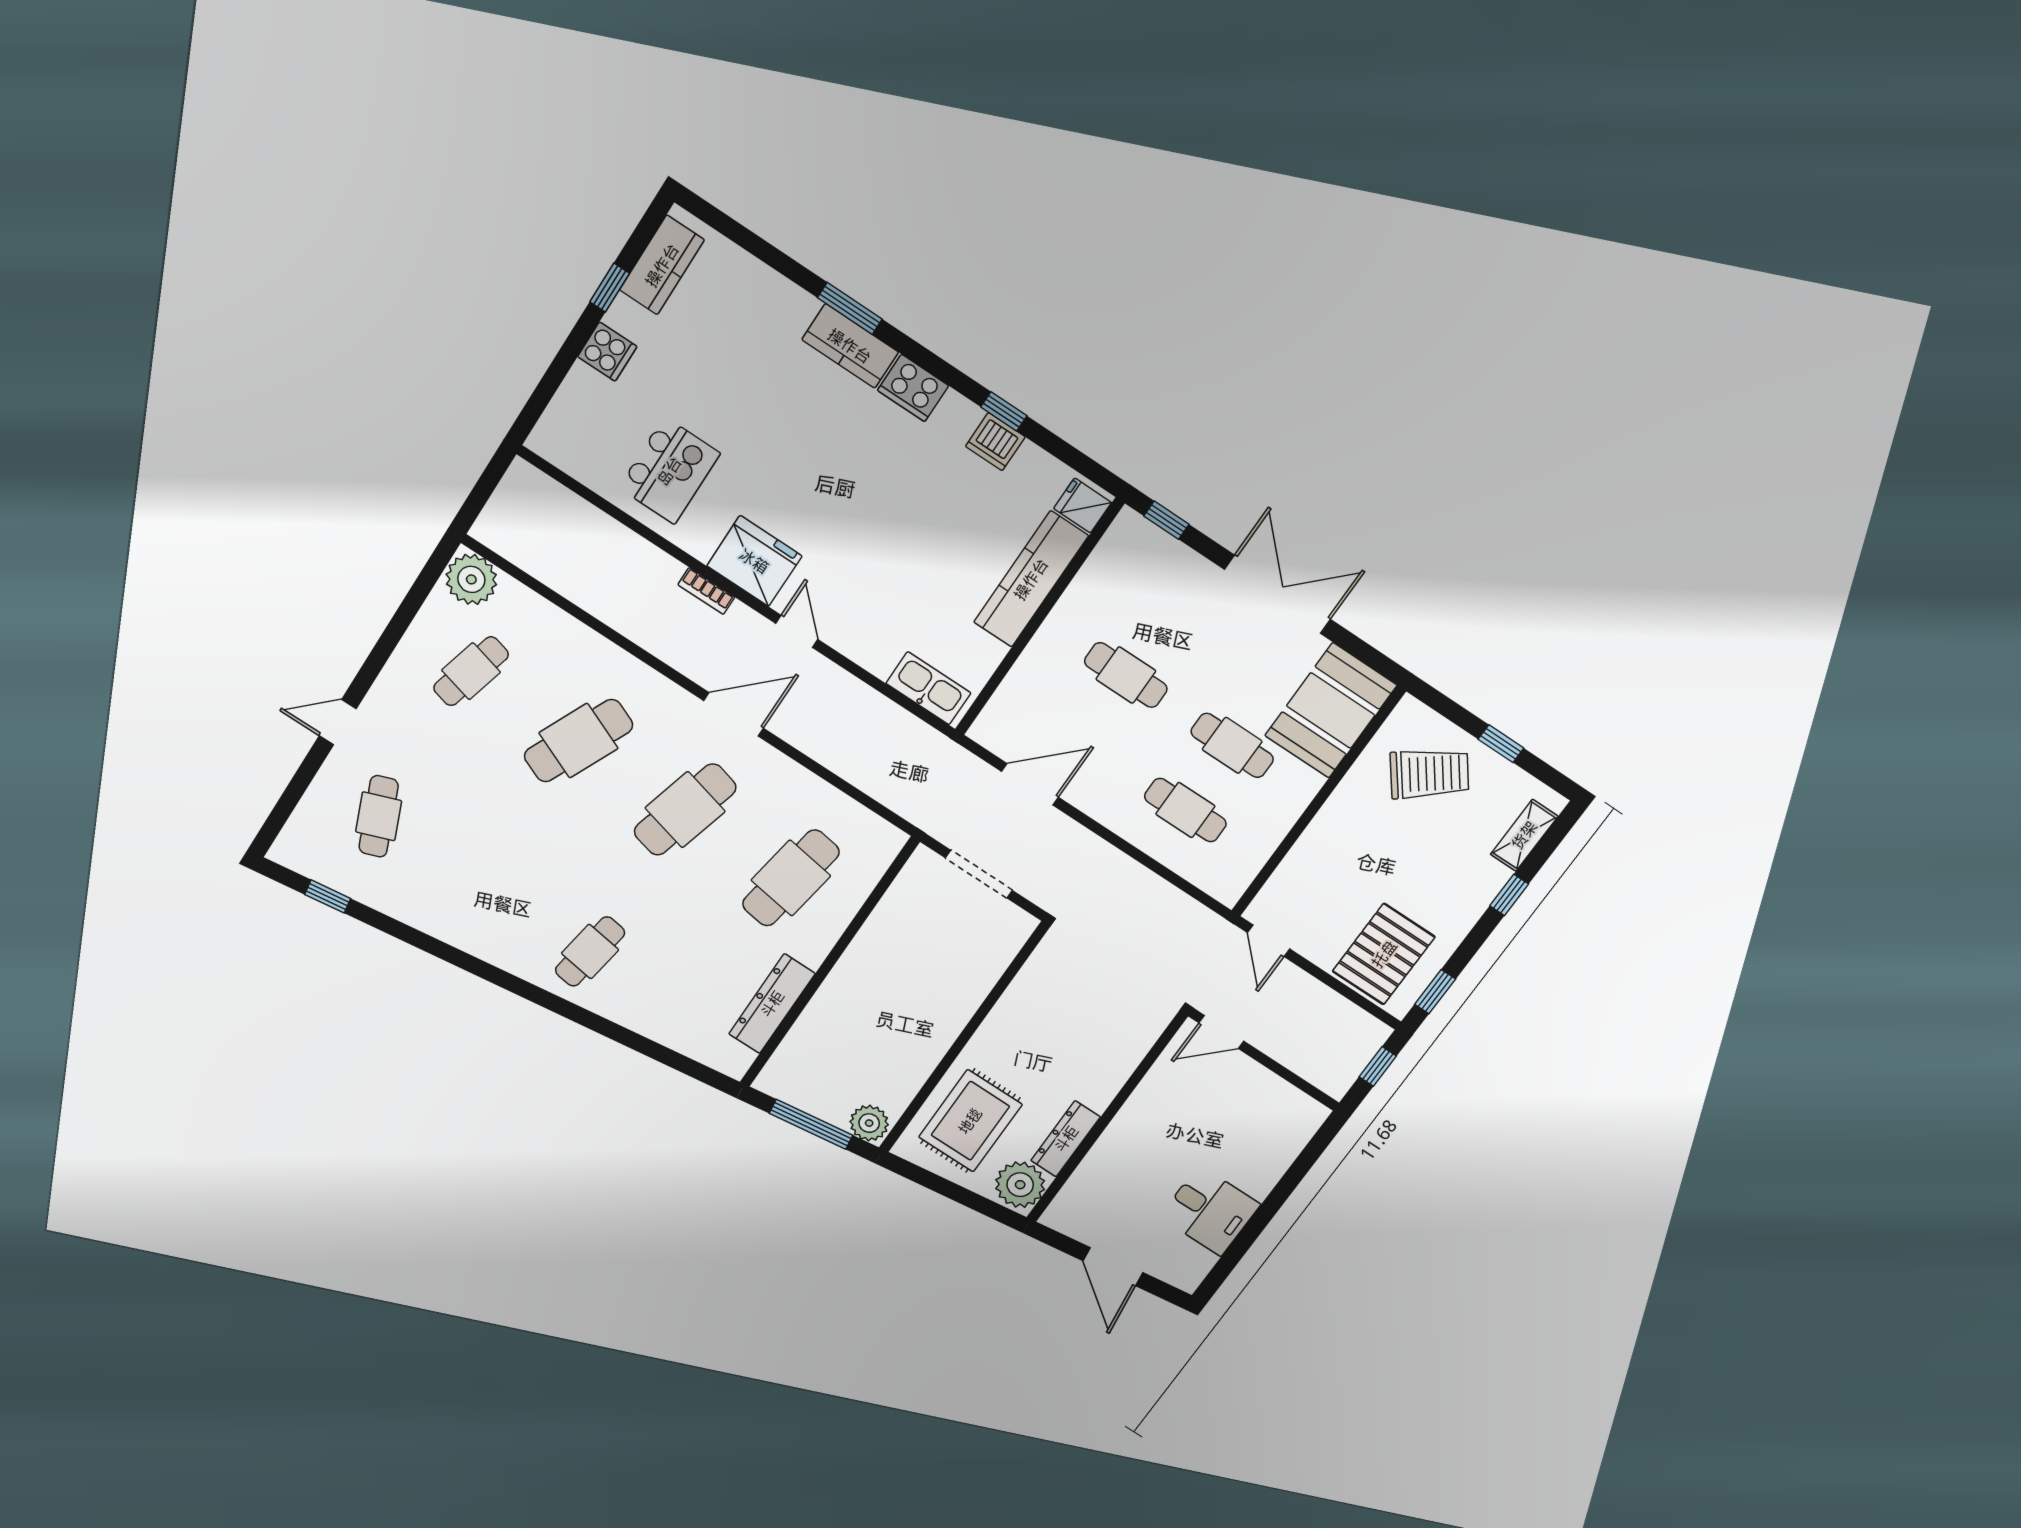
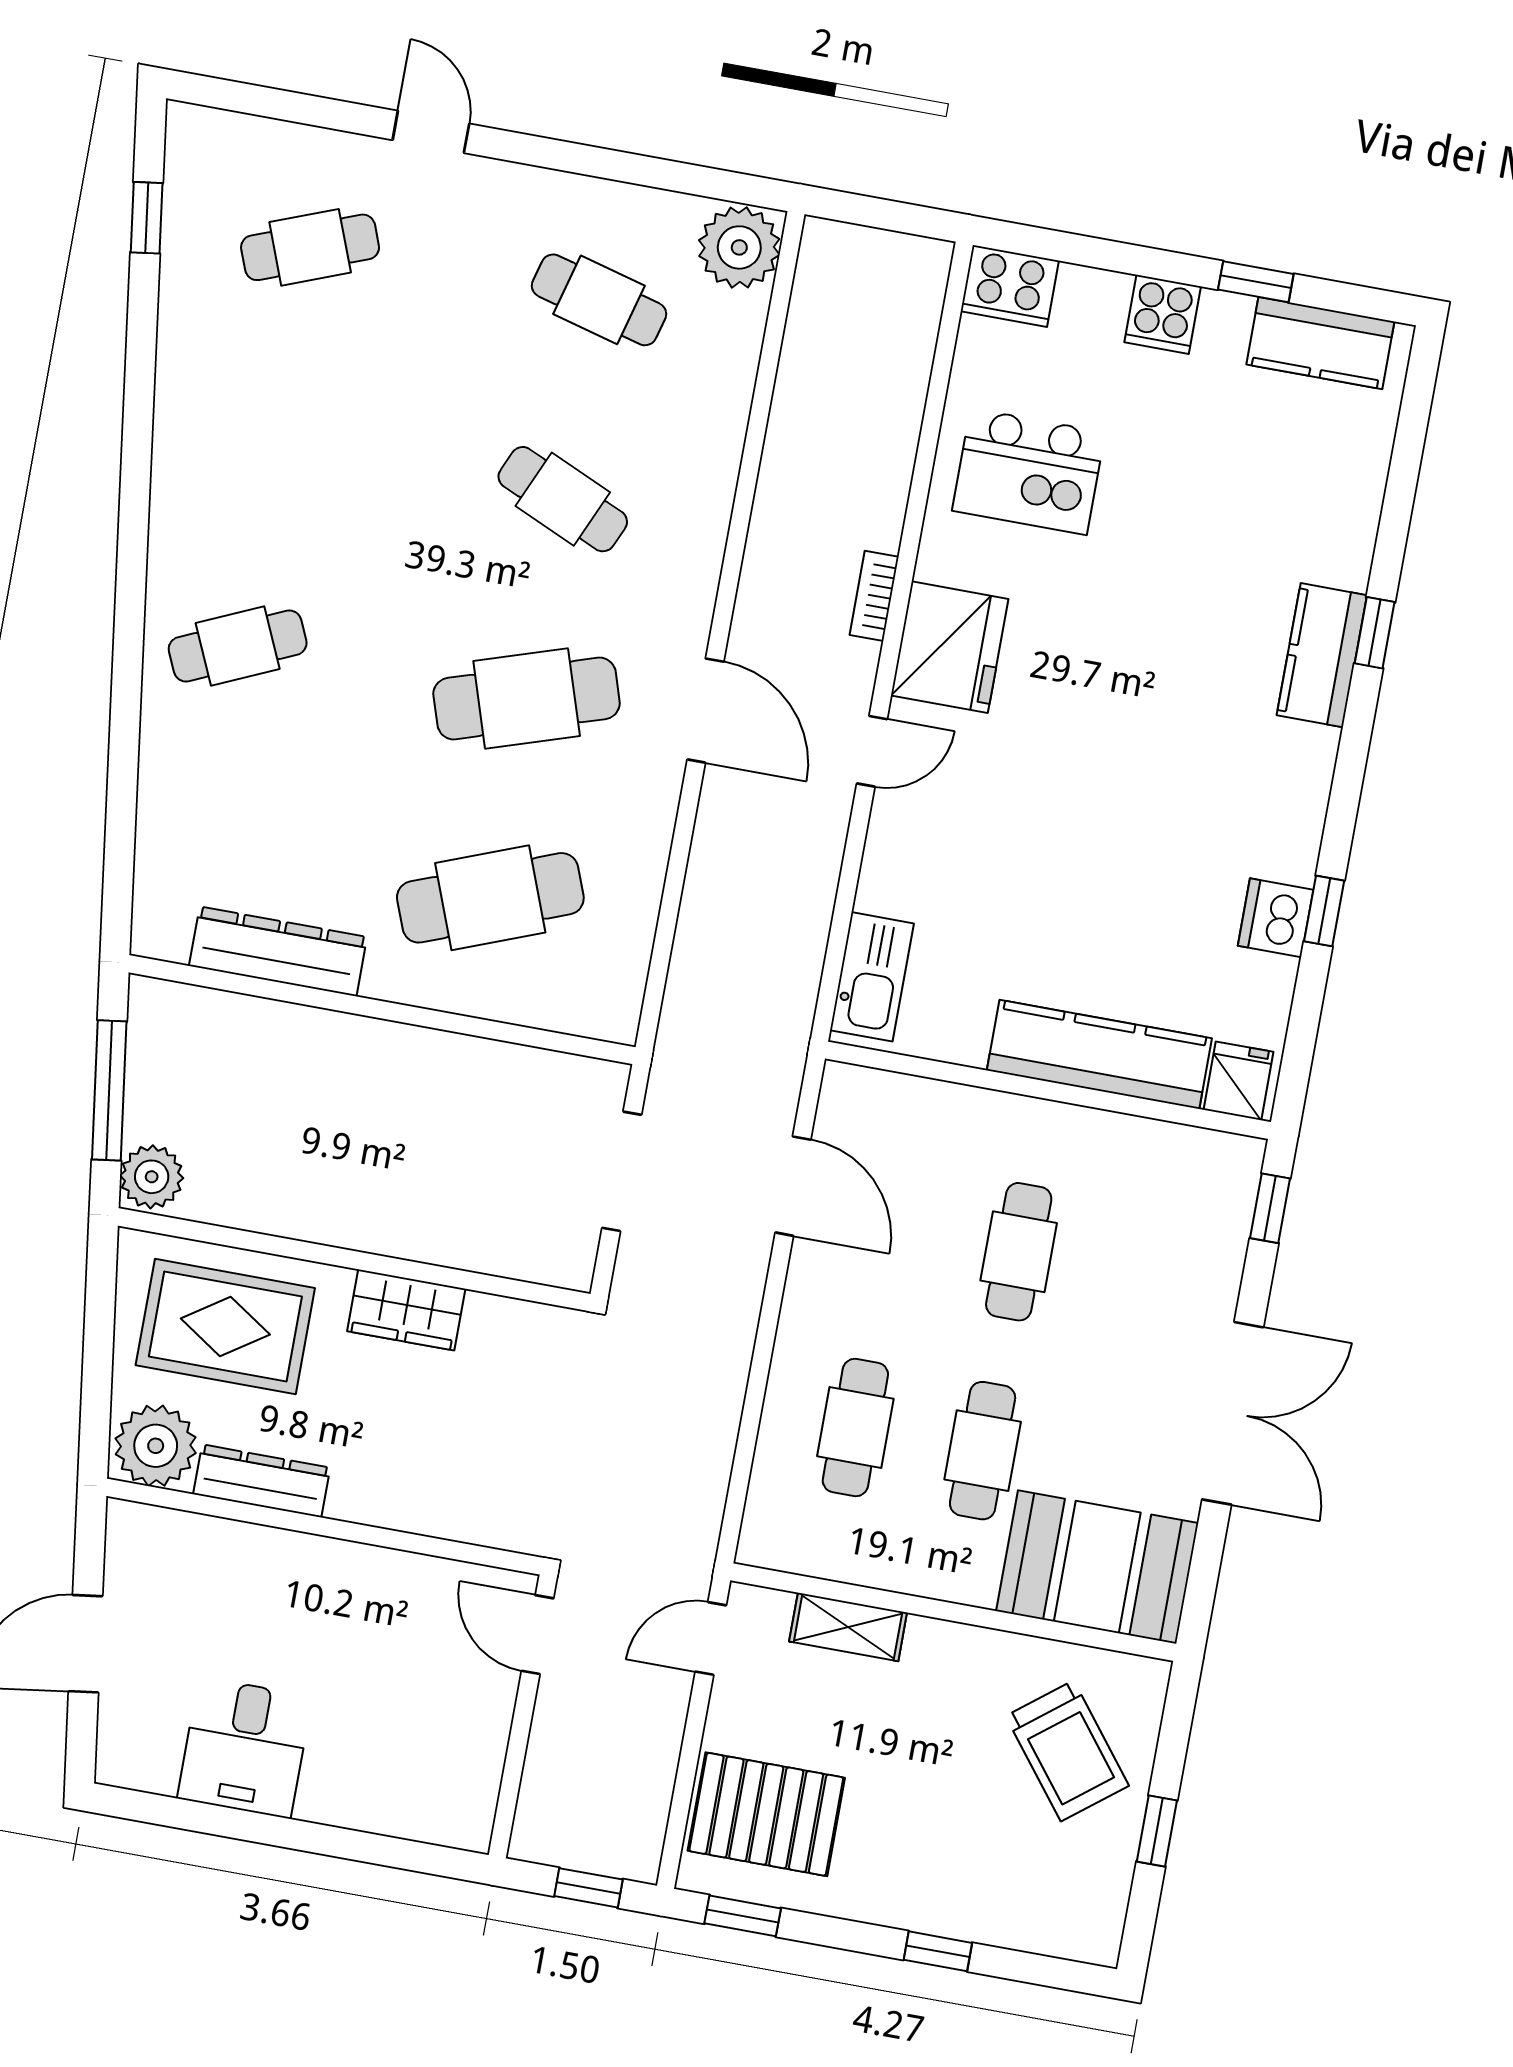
window: (850, 308) -> (1375, 633), width x0.67
cooker: (913, 388) -> (1010, 286), moved, turned -90
cafe table: (578, 741) -> (563, 499), width x0.73, depth x0.74
cafe table: (685, 810) -> (527, 698), turned -33
shelving: (1524, 835) -> (848, 1627), moved
cafe table: (791, 878) -> (490, 898), turned -30
cafe table: (590, 951) -> (238, 646), turned -33
wardrobe: (1005, 1023) -> (406, 1310), added

